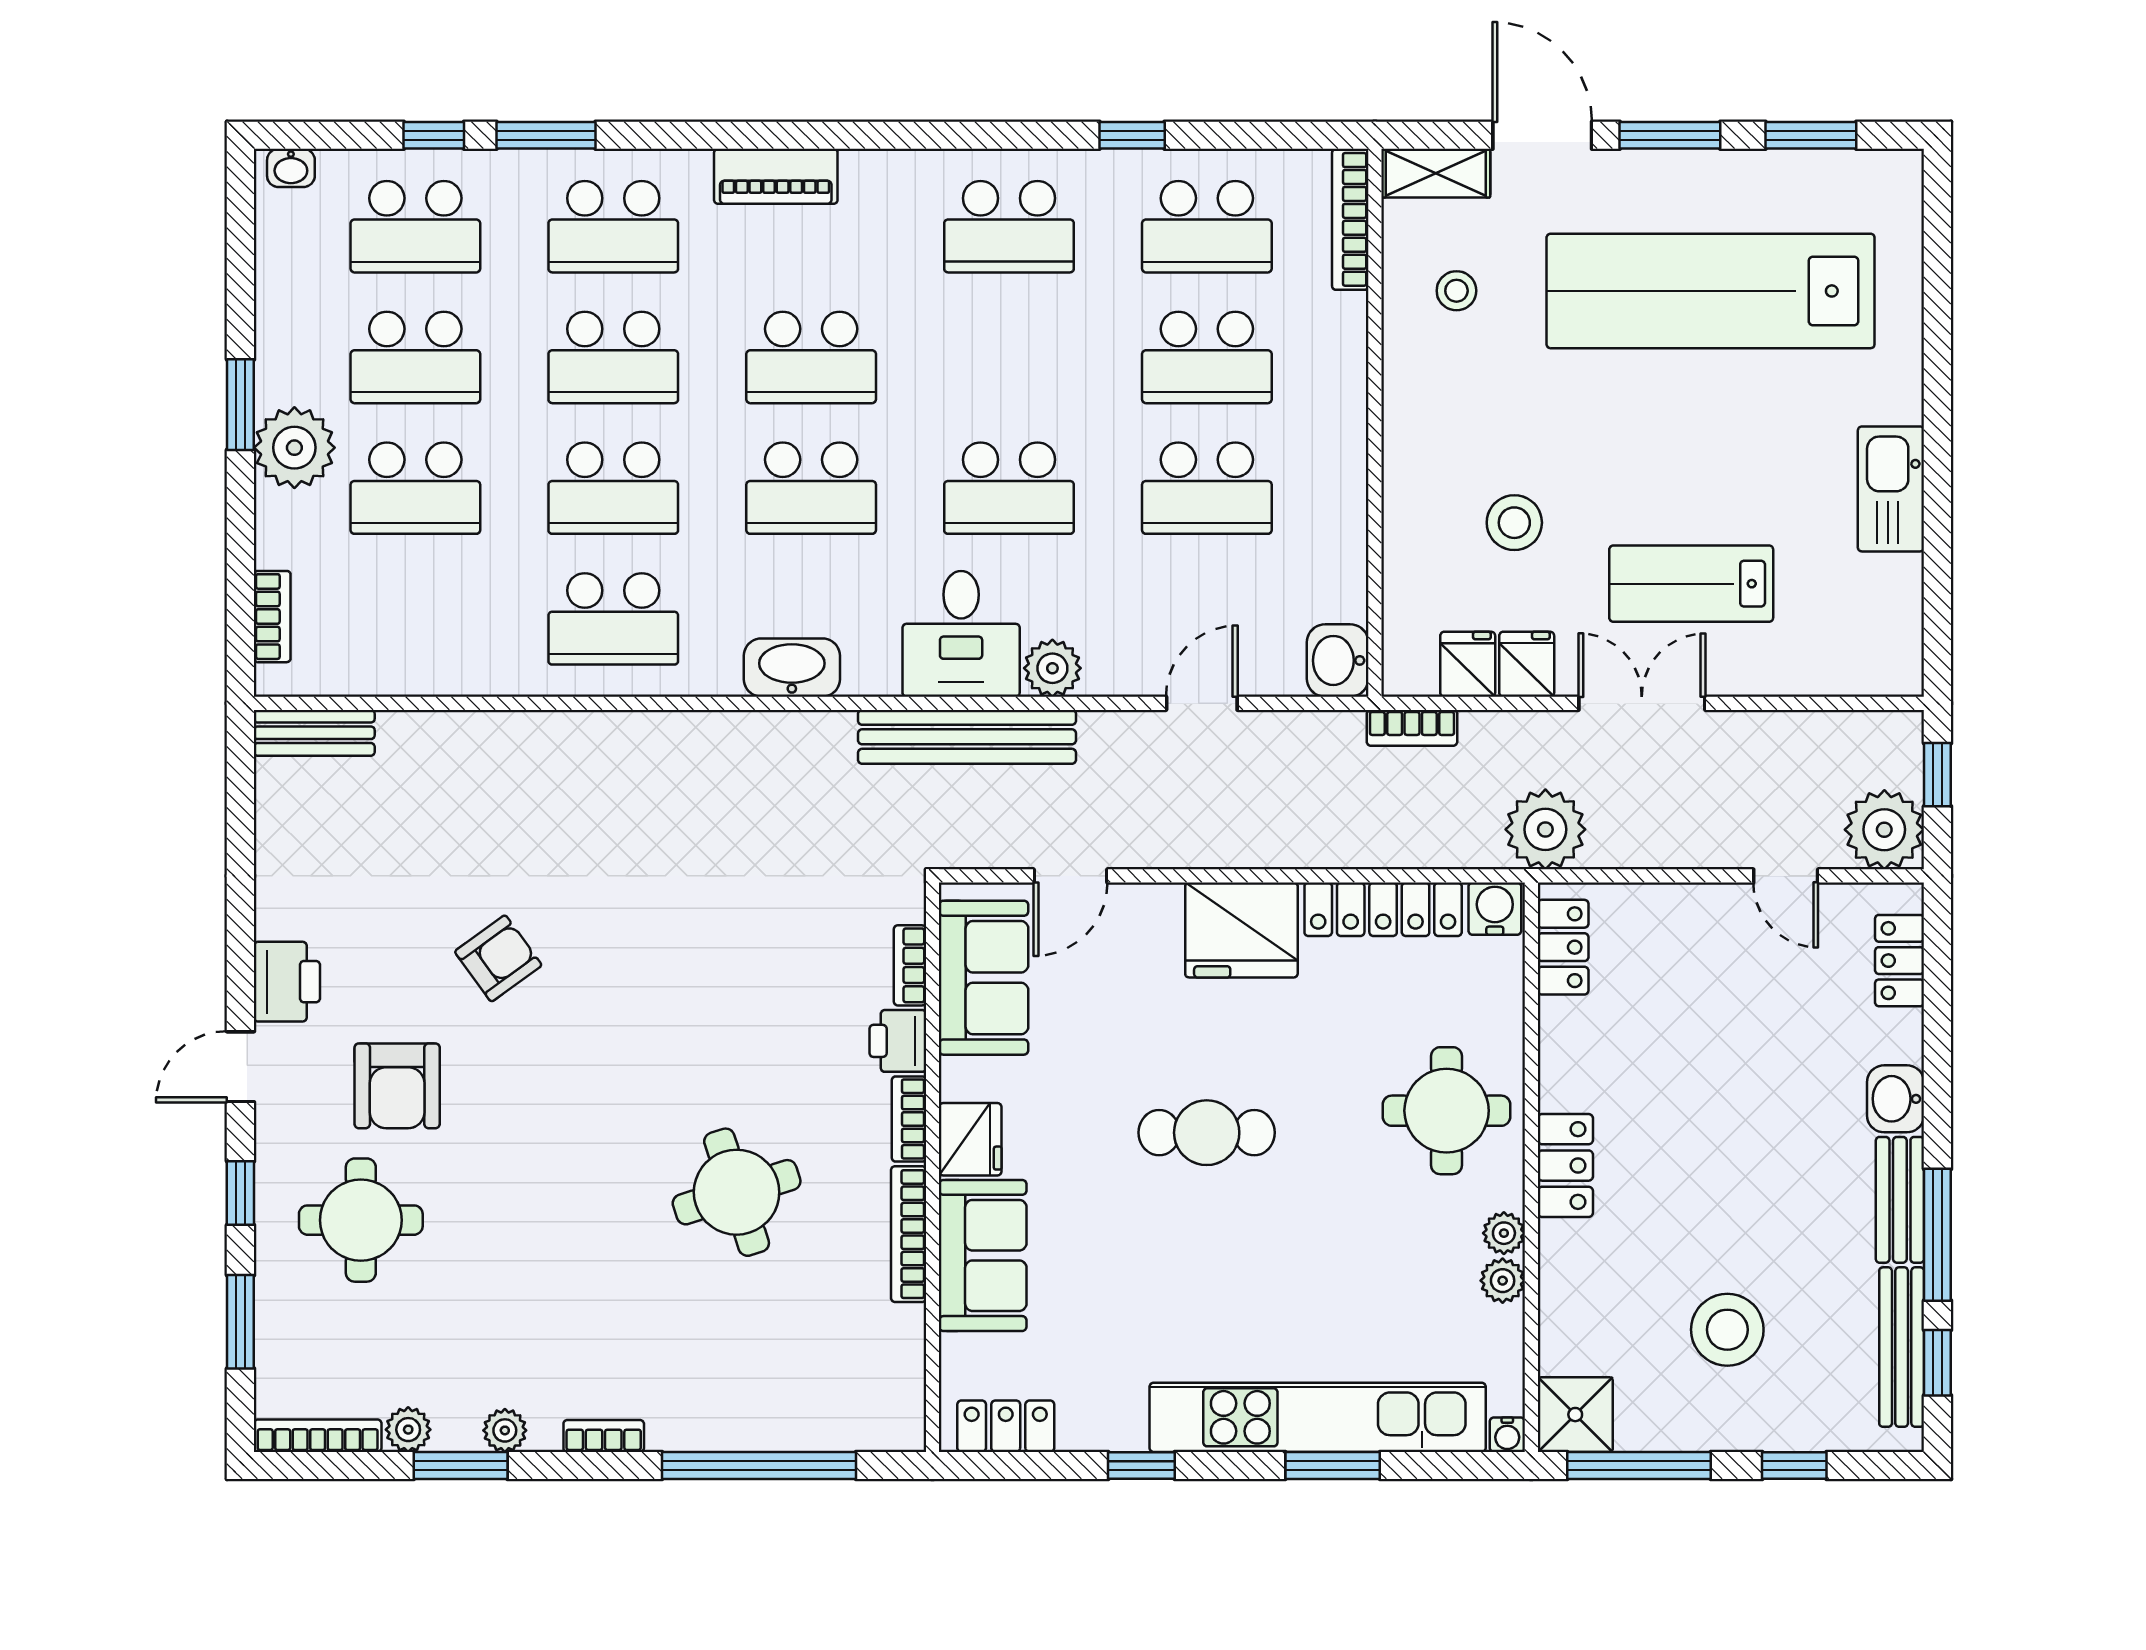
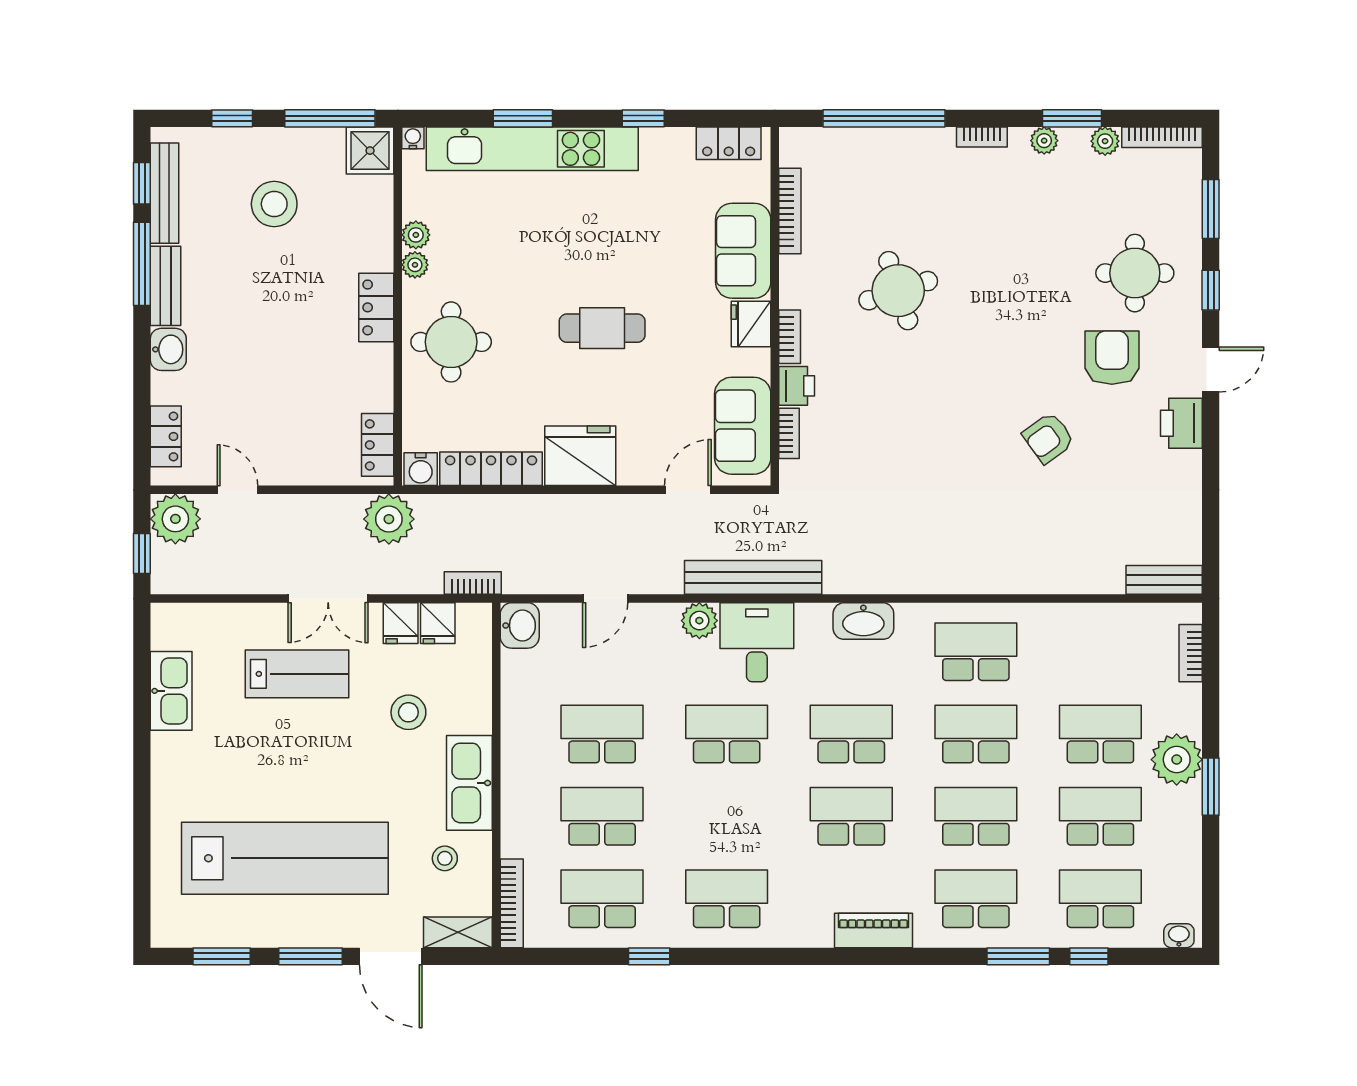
kitchen sink: (1418, 410) -> (469, 783), added
kitchen sink: (1891, 489) -> (171, 691), moved
bookcase: (909, 1234) -> (790, 211), moved

